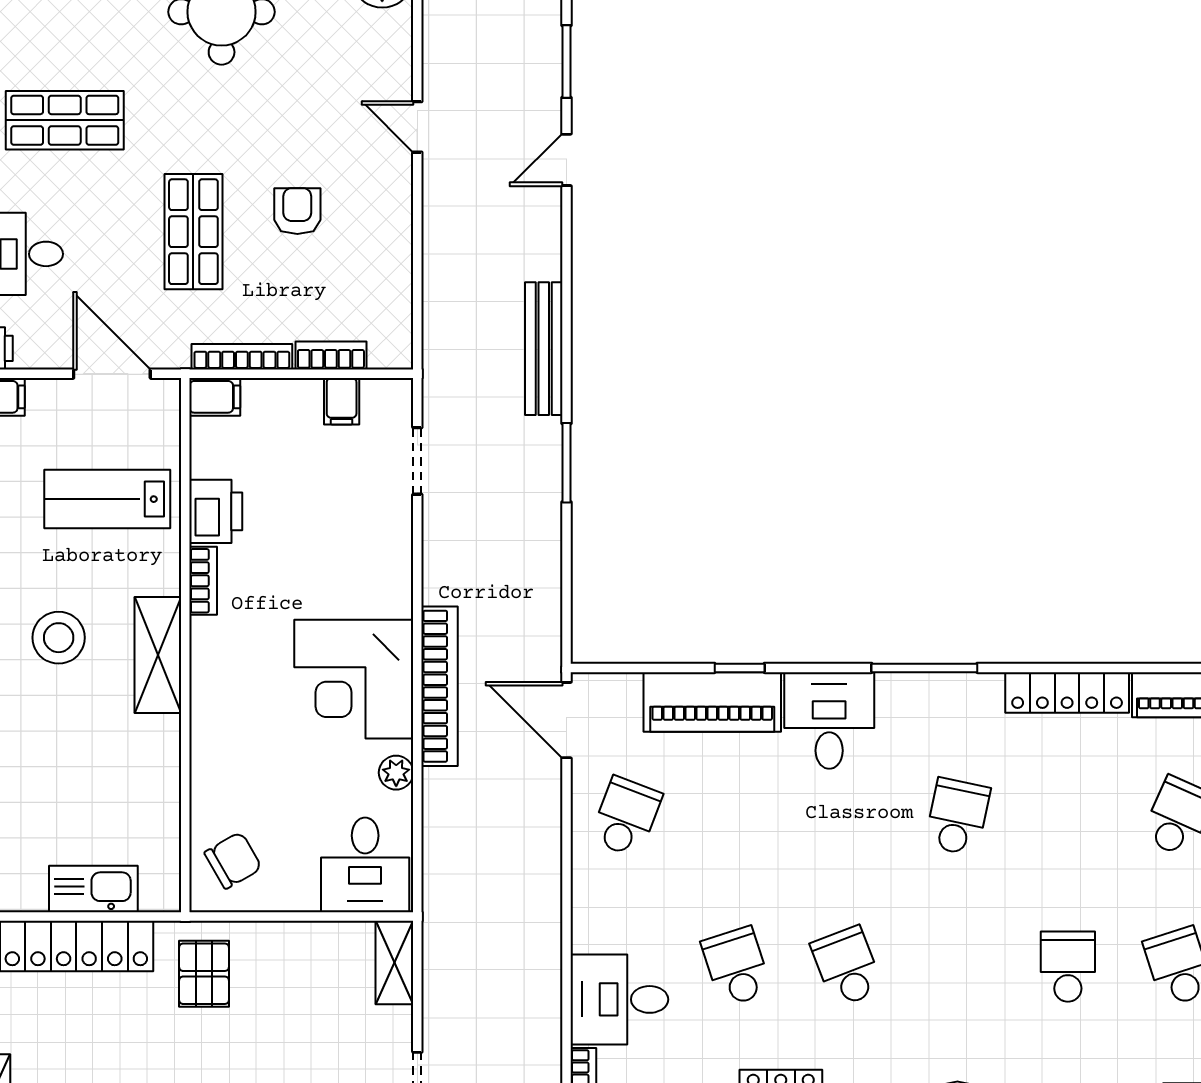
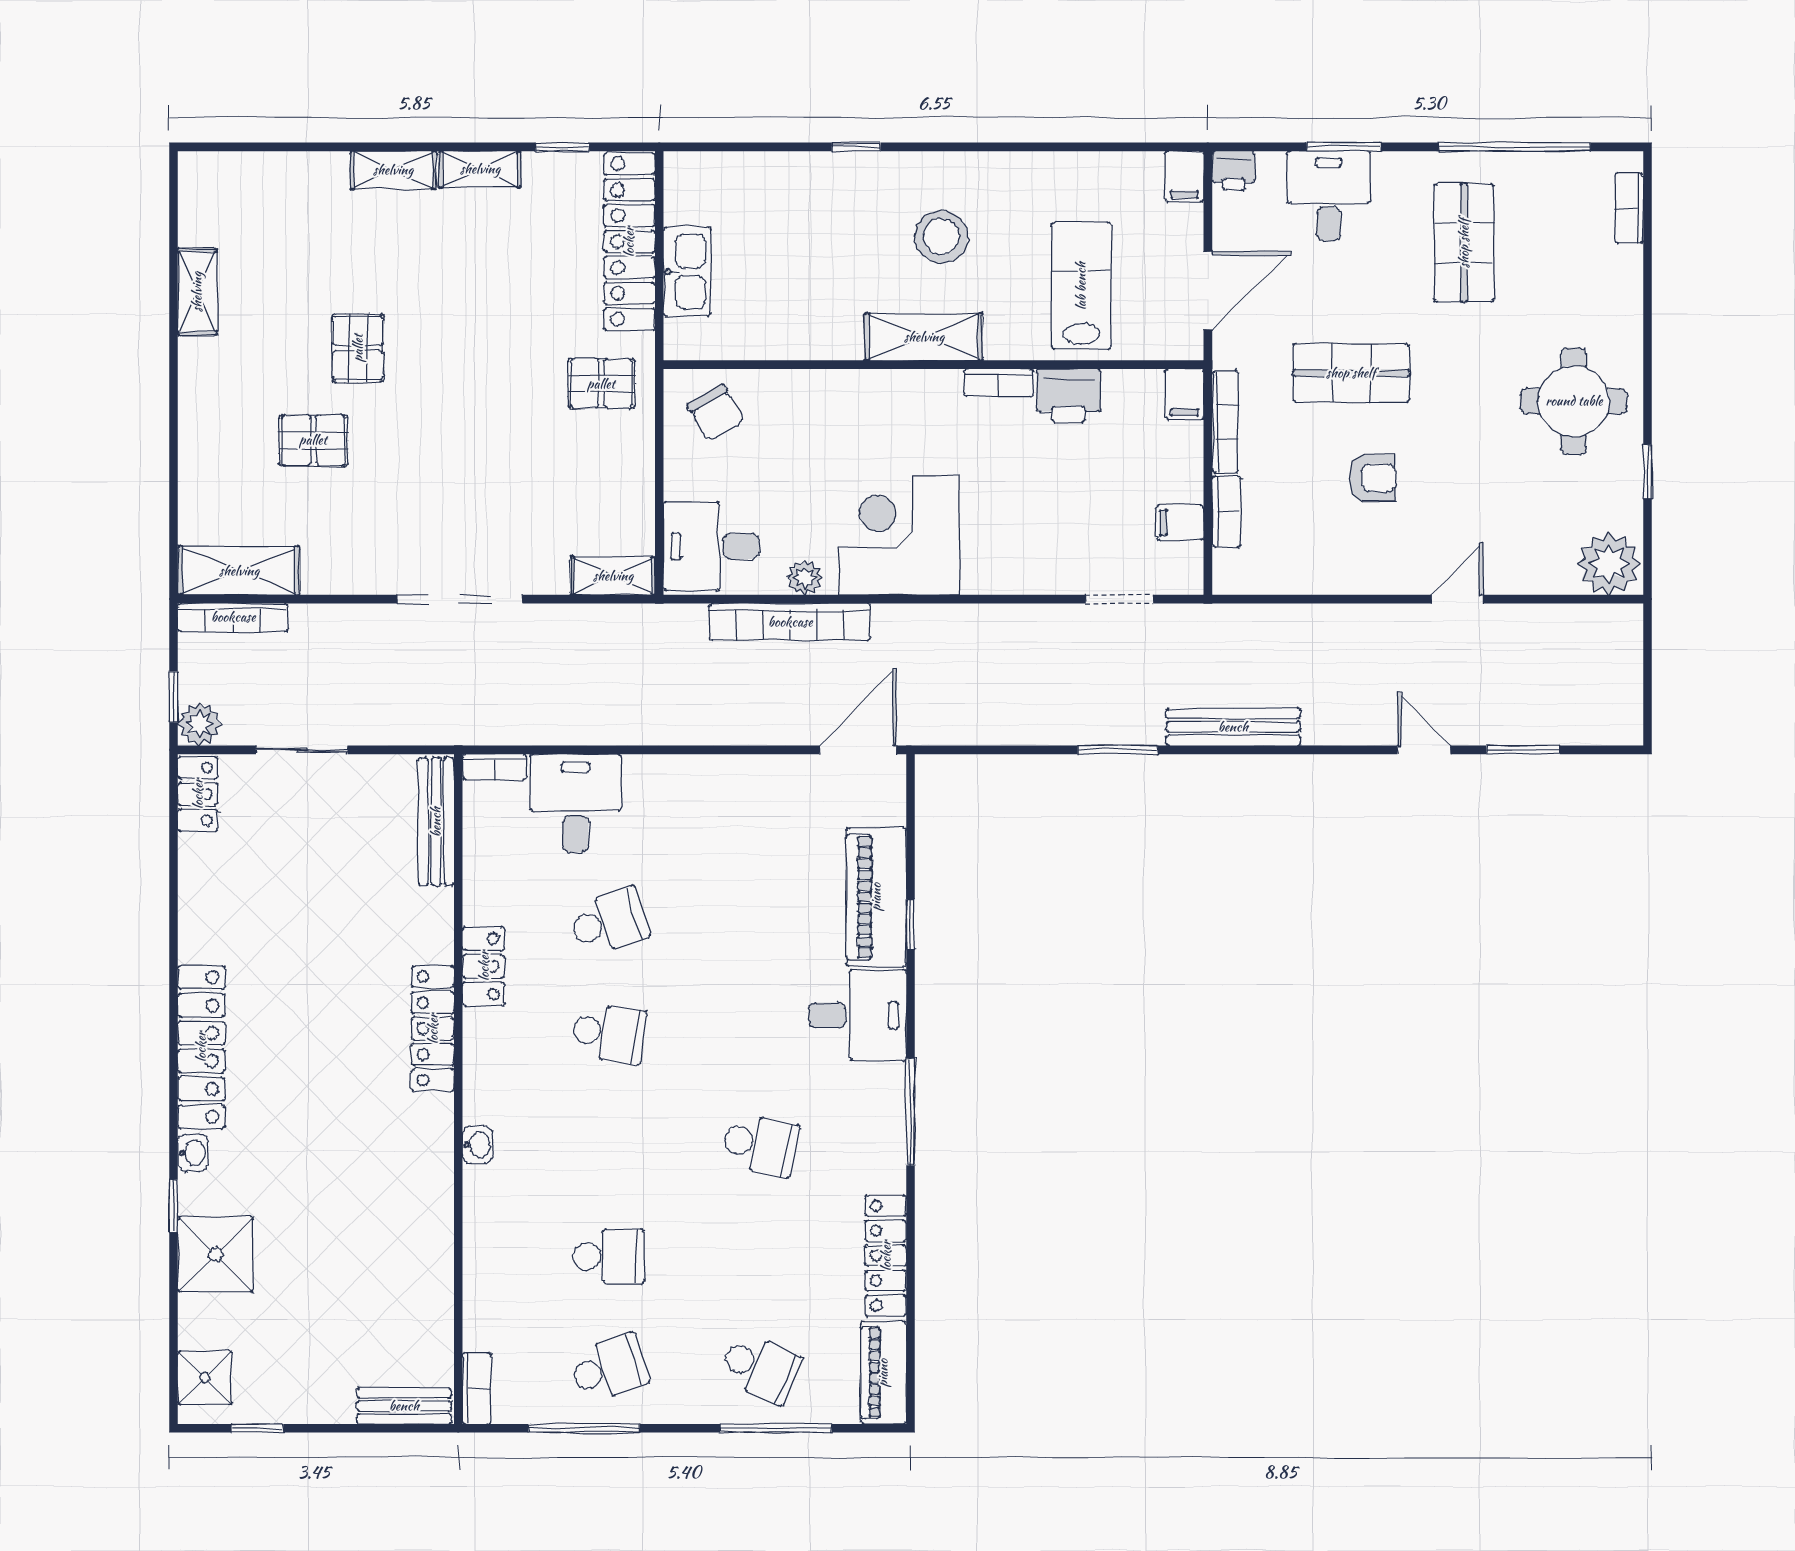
bookcase: (440, 686) -> (790, 622), moved
school desk: (626, 817) -> (760, 810), removed
school desk: (847, 967) -> (609, 1033), turned 30

